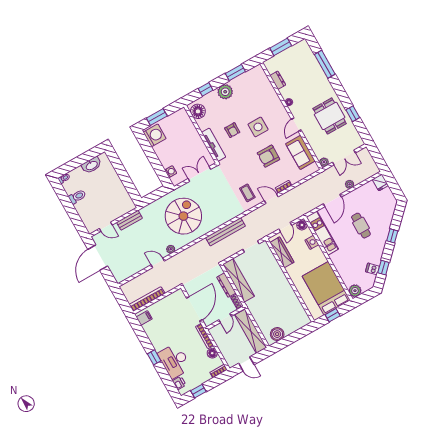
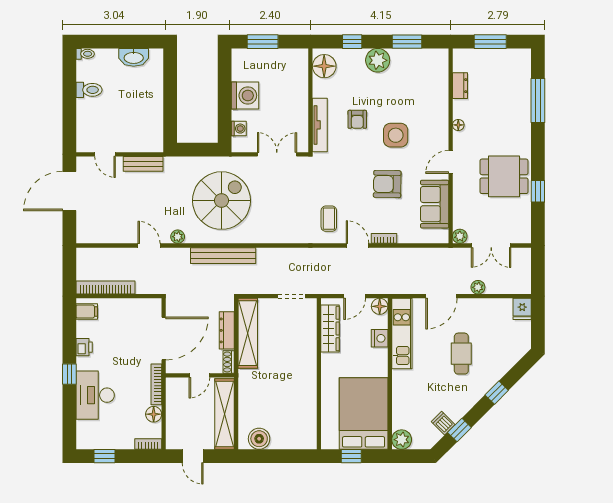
dining table: (330, 116) -> (504, 176), turned 90
washing machine: (155, 135) -> (245, 95), moved
bench: (225, 232) -> (223, 256), moved
printer: (179, 383) -> (84, 347), moved

